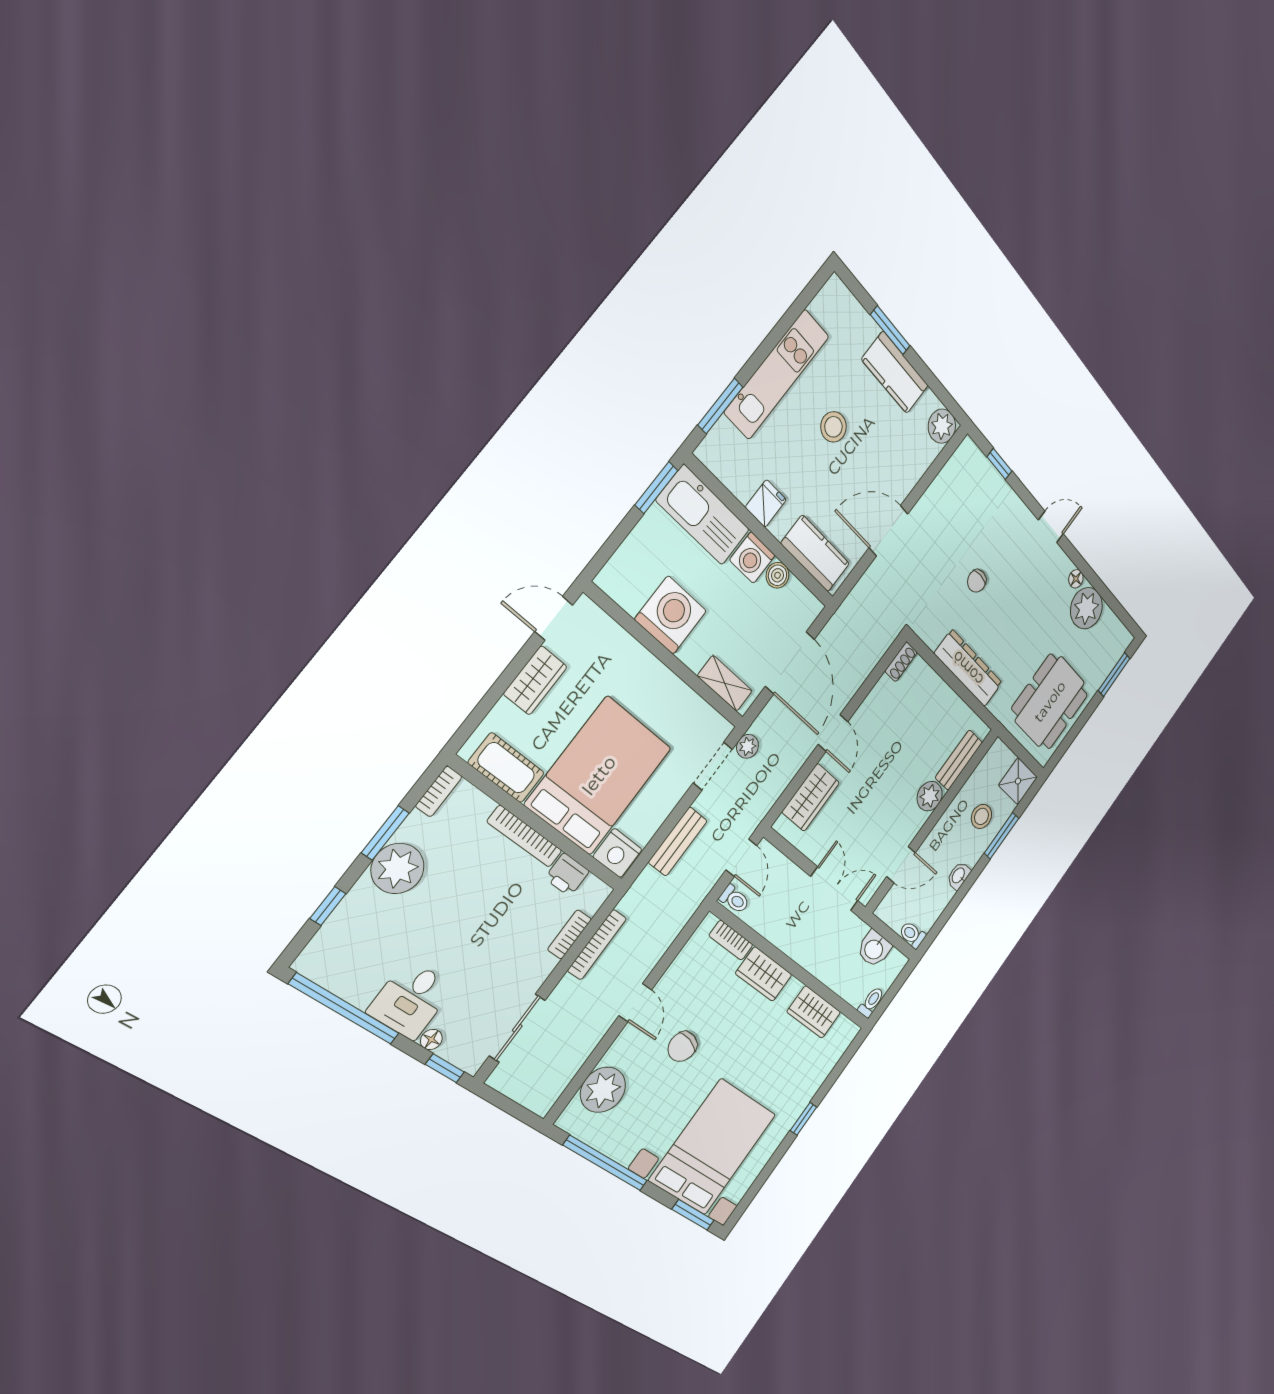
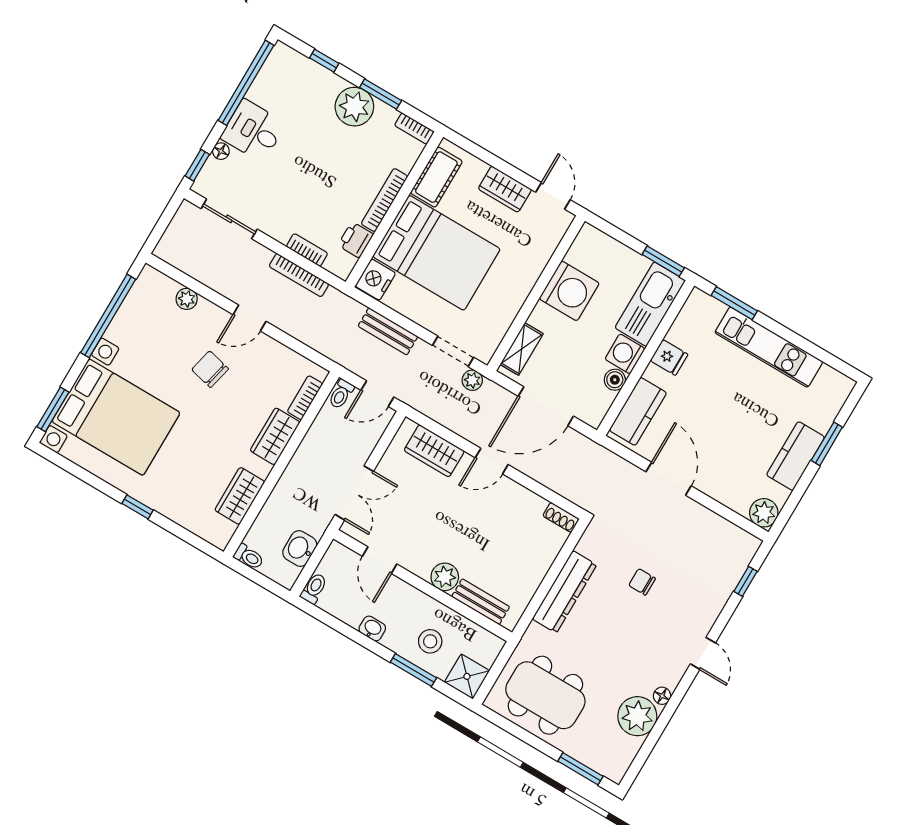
stool: (833, 427) -> (741, 407), removed
plant: (603, 1090) -> (187, 299), width x0.53, depth x0.53

